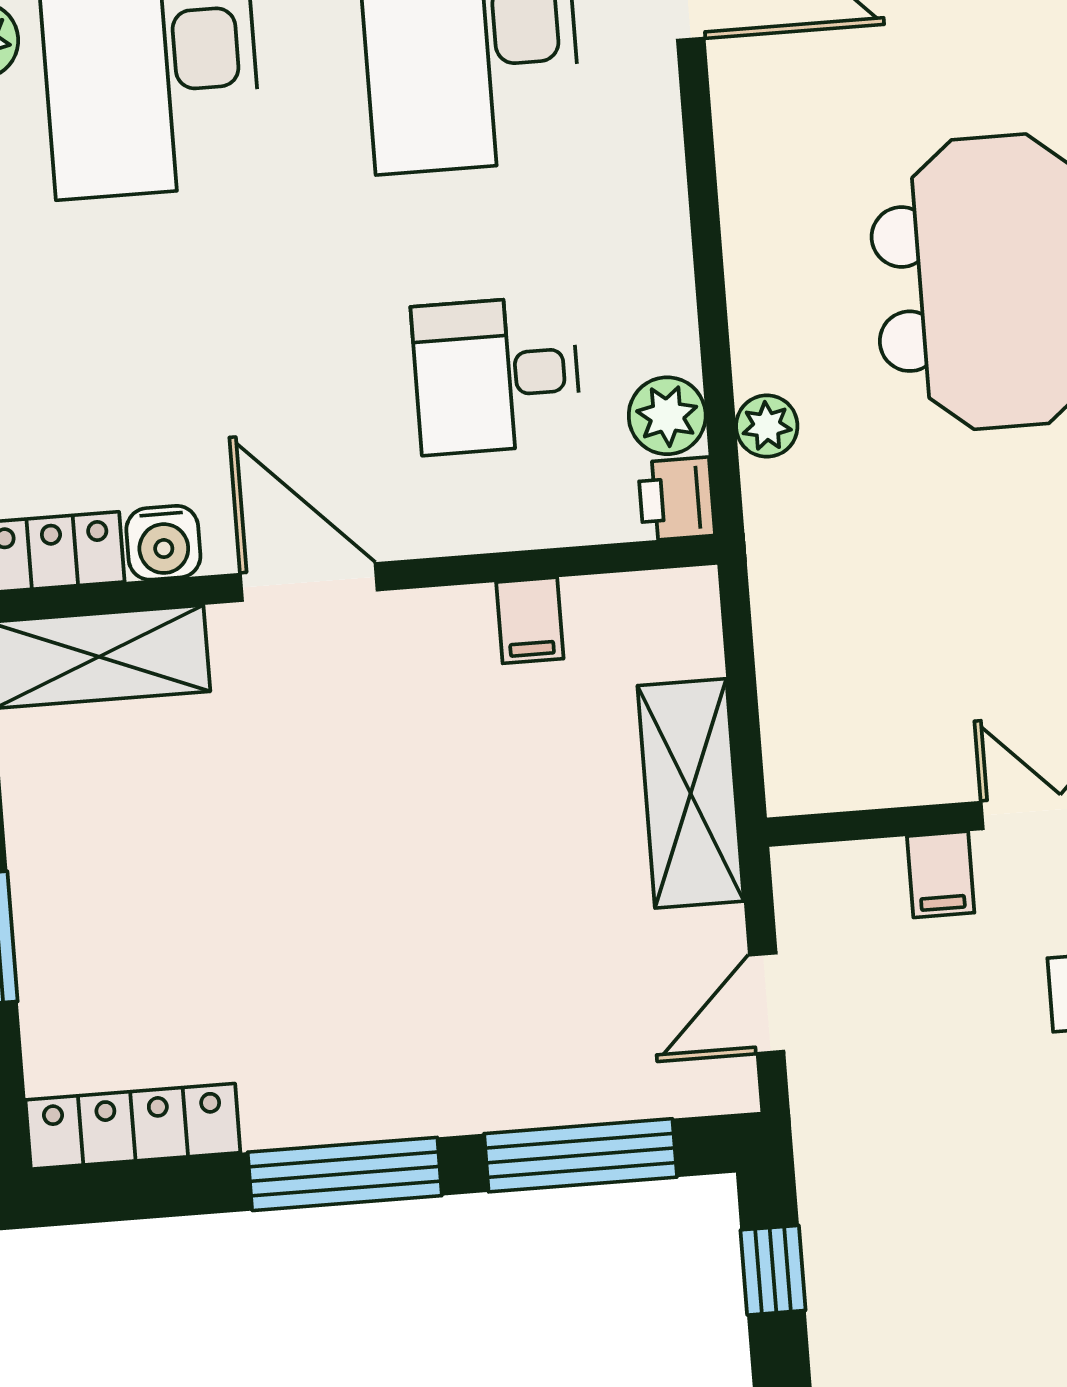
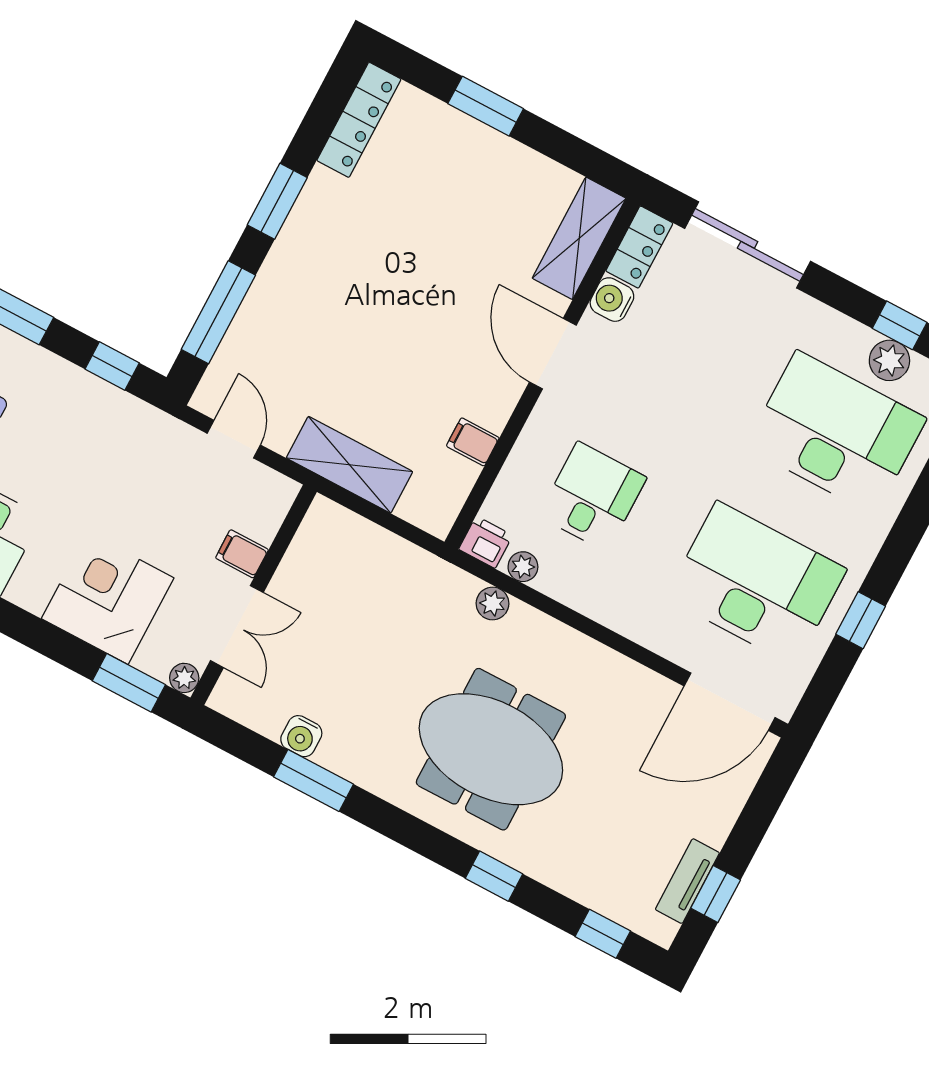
plant: (667, 416) -> (523, 567), width x0.73, depth x0.73
door: (309, 582) -> (553, 354), swing flipped
window: (345, 1174) -> (277, 201), width x0.69

